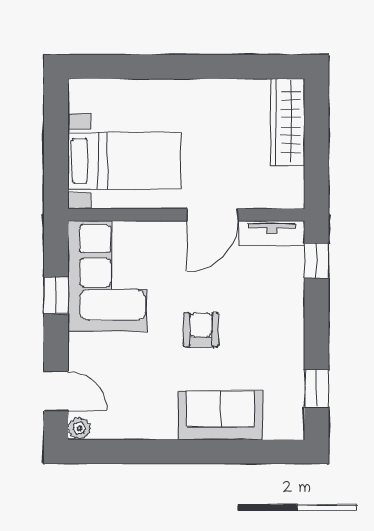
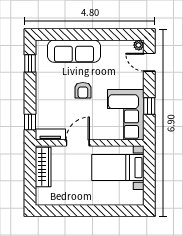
wardrobe: (288, 122) -> (43, 167), moved
sofa: (220, 415) -> (74, 51), width x1.36

